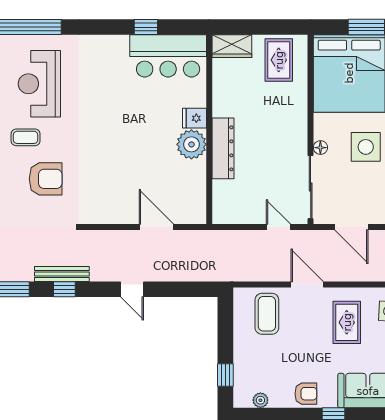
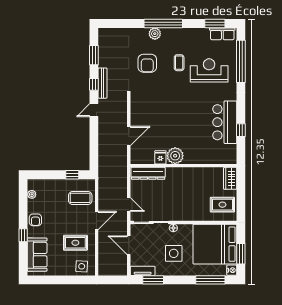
bar counter: (168, 56) -> (225, 122), moved
fridge: (194, 118) -> (160, 157), moved
dresser: (223, 148) -> (148, 173), moved
armchair: (46, 179) -> (147, 63), moved
door: (278, 227) -> (129, 204), hinge flipped
door: (351, 227) -> (129, 245), hinge flipped
door: (132, 289) -> (94, 110), moved
window: (225, 375) -> (72, 175), moved

